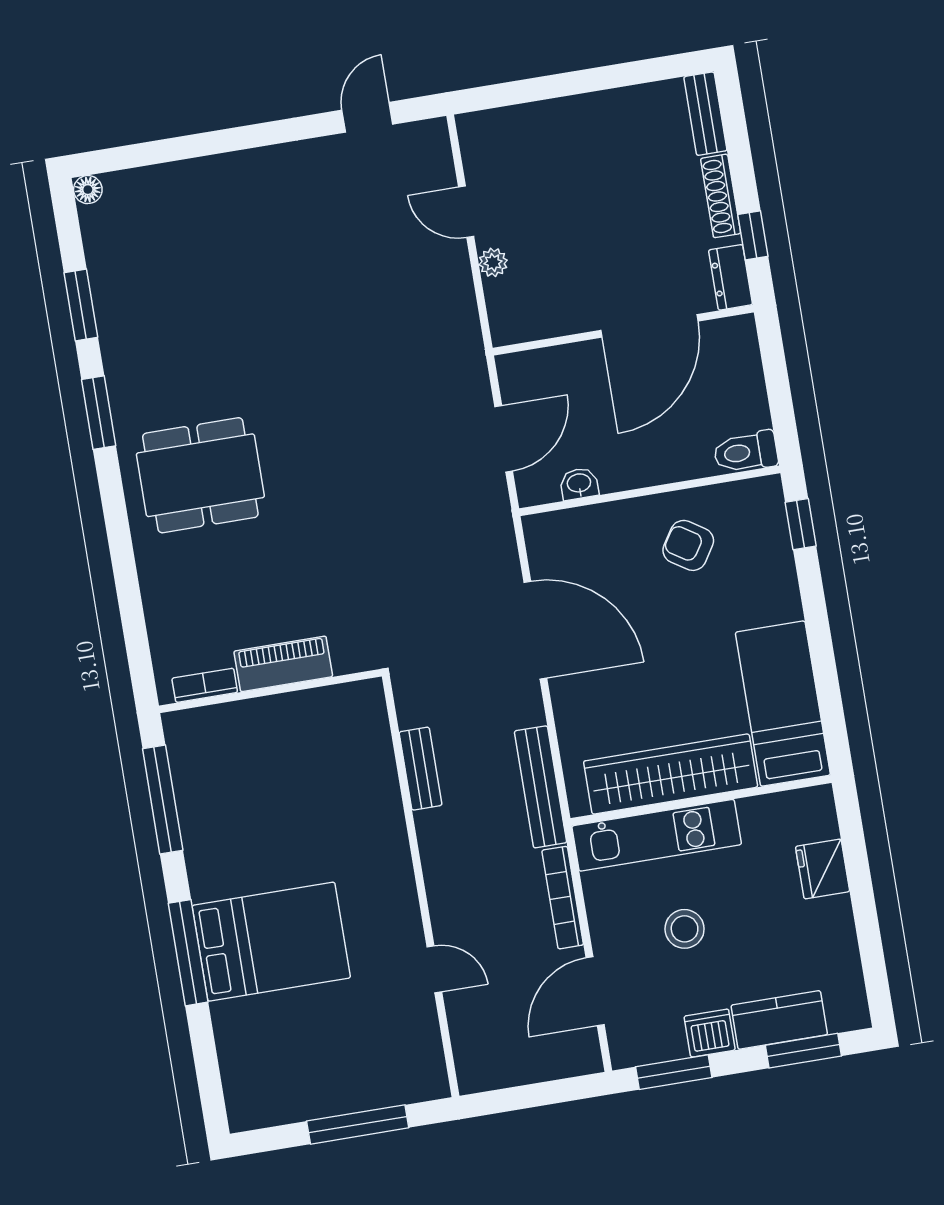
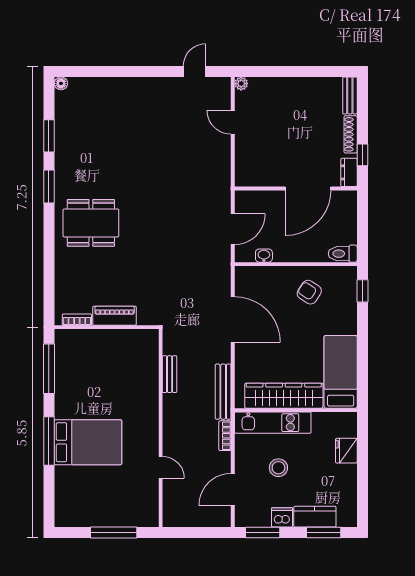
plant: (493, 262) -> (241, 84), moved
bookcase: (563, 898) -> (225, 436), width x0.64

